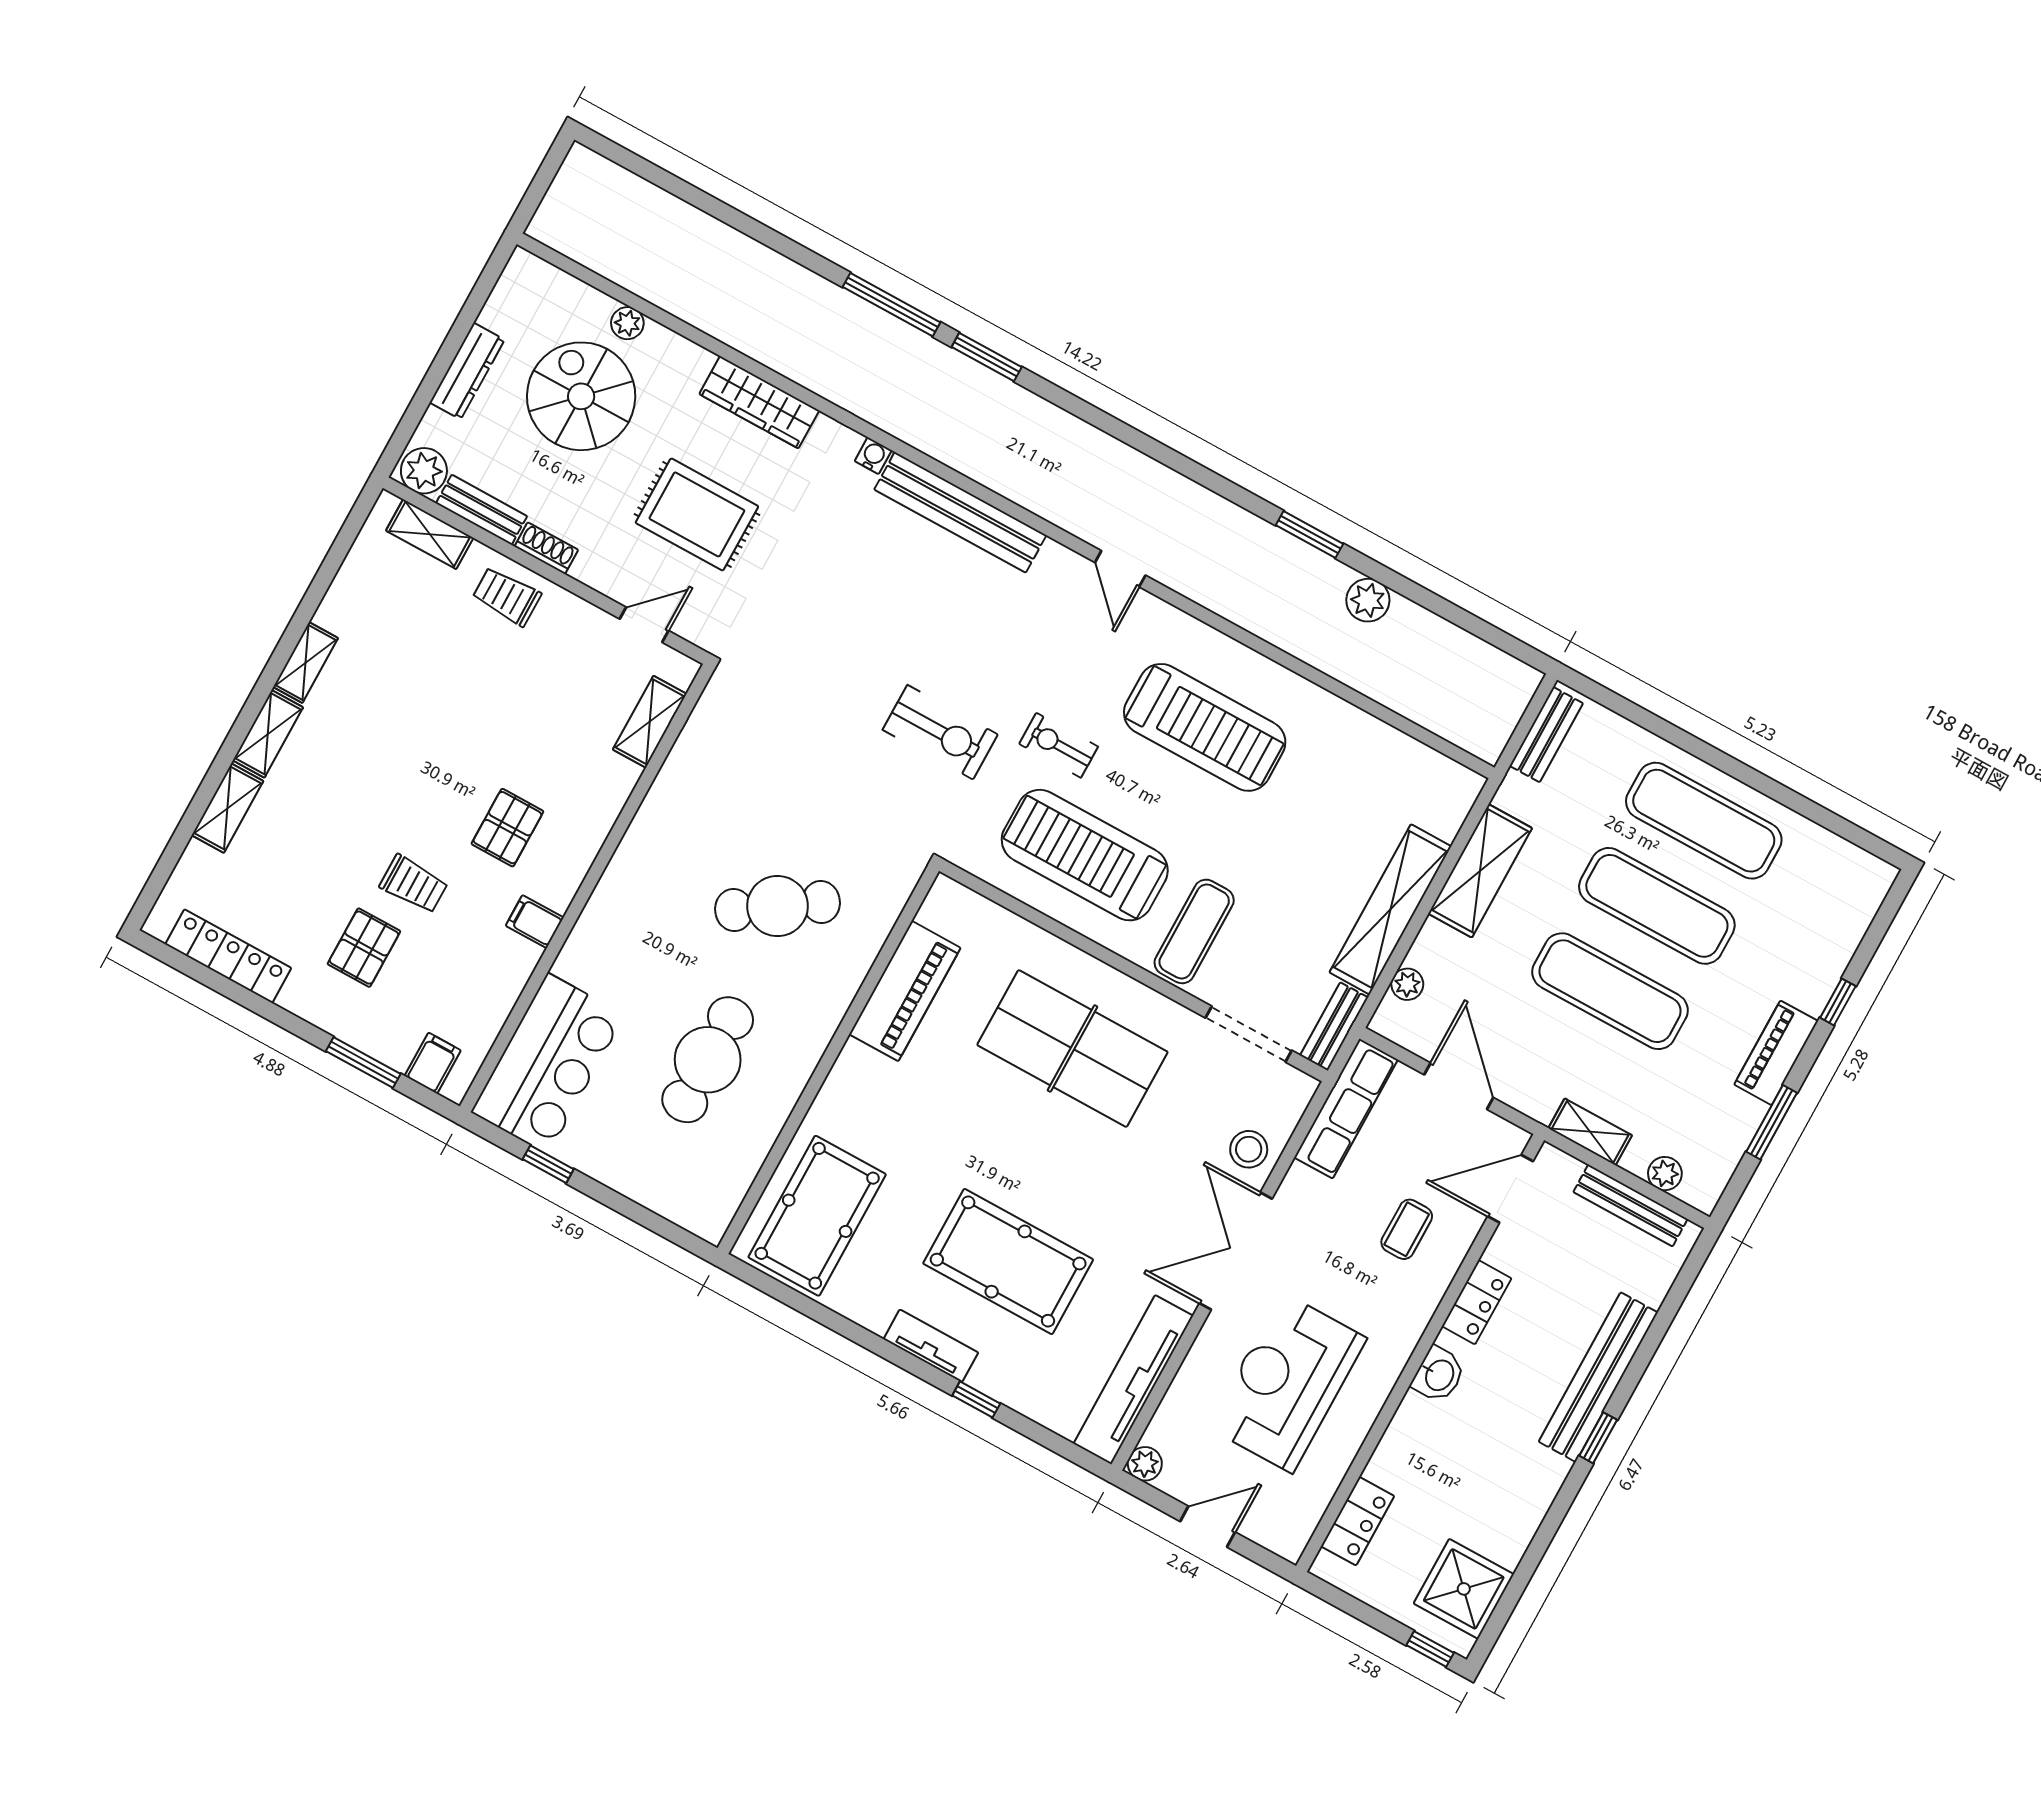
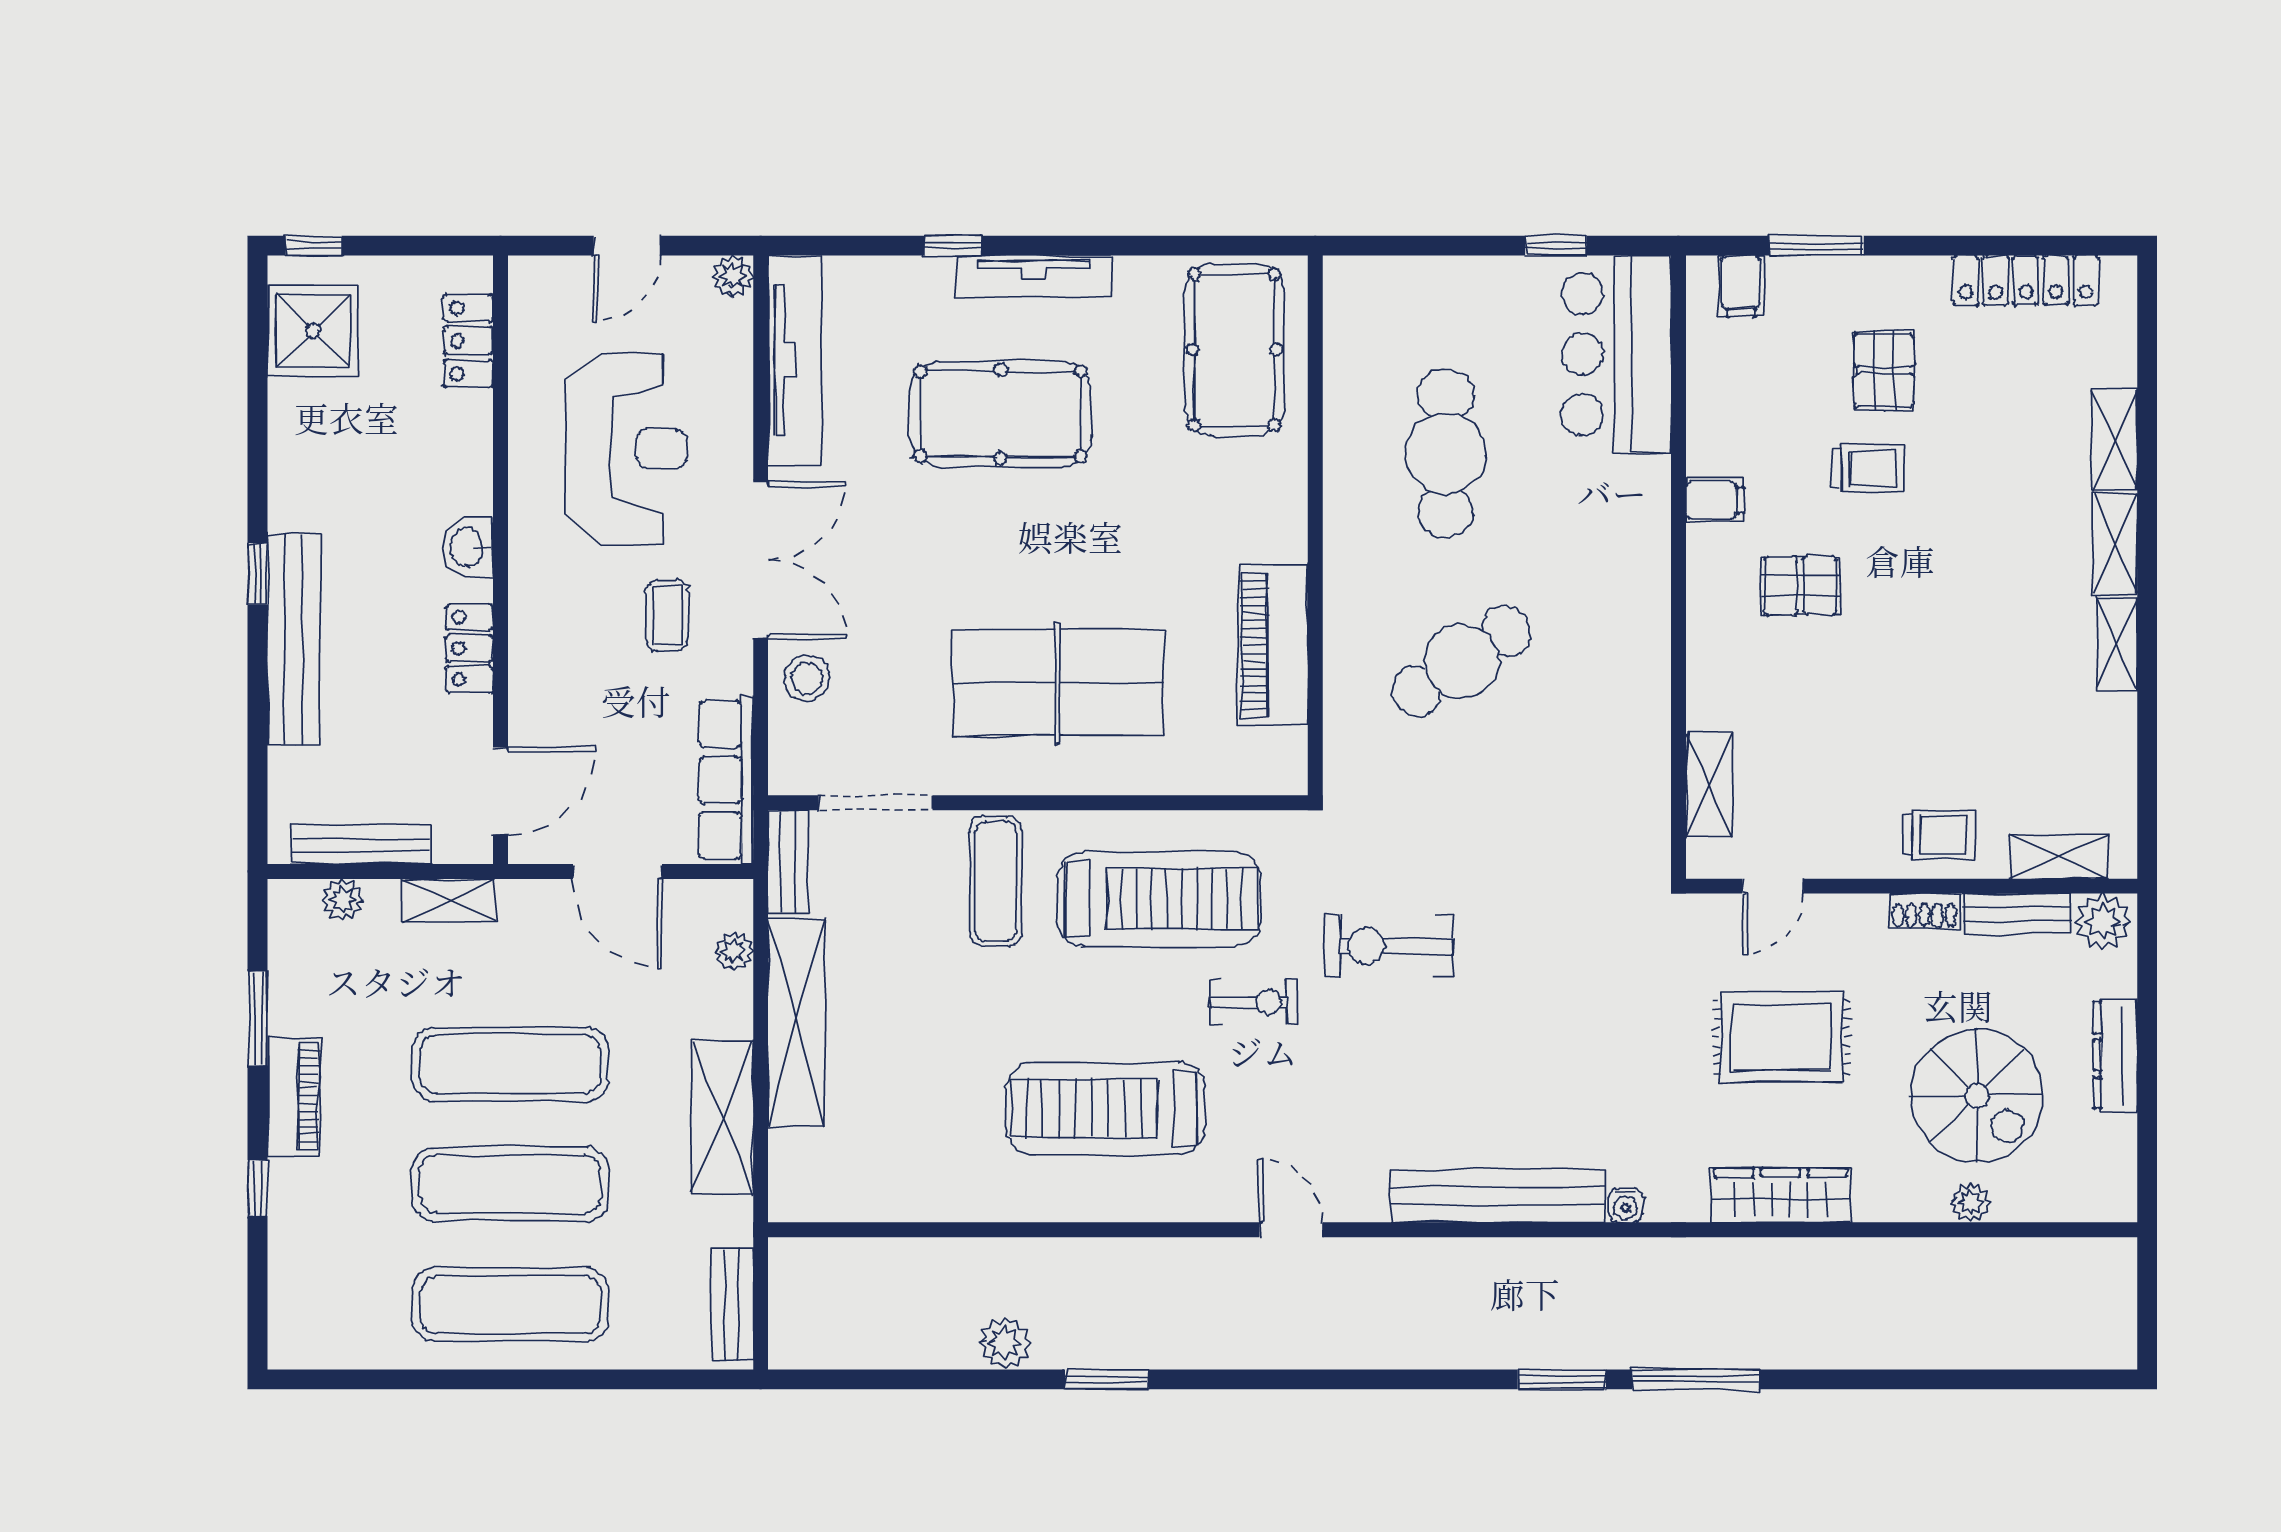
pallet: (507, 828) -> (1800, 585), turned 90
trolley: (414, 884) -> (1868, 468), turned 180
coffee table: (1407, 1229) -> (667, 615), moved
tv unit: (931, 1346) -> (1034, 277), width x1.41

